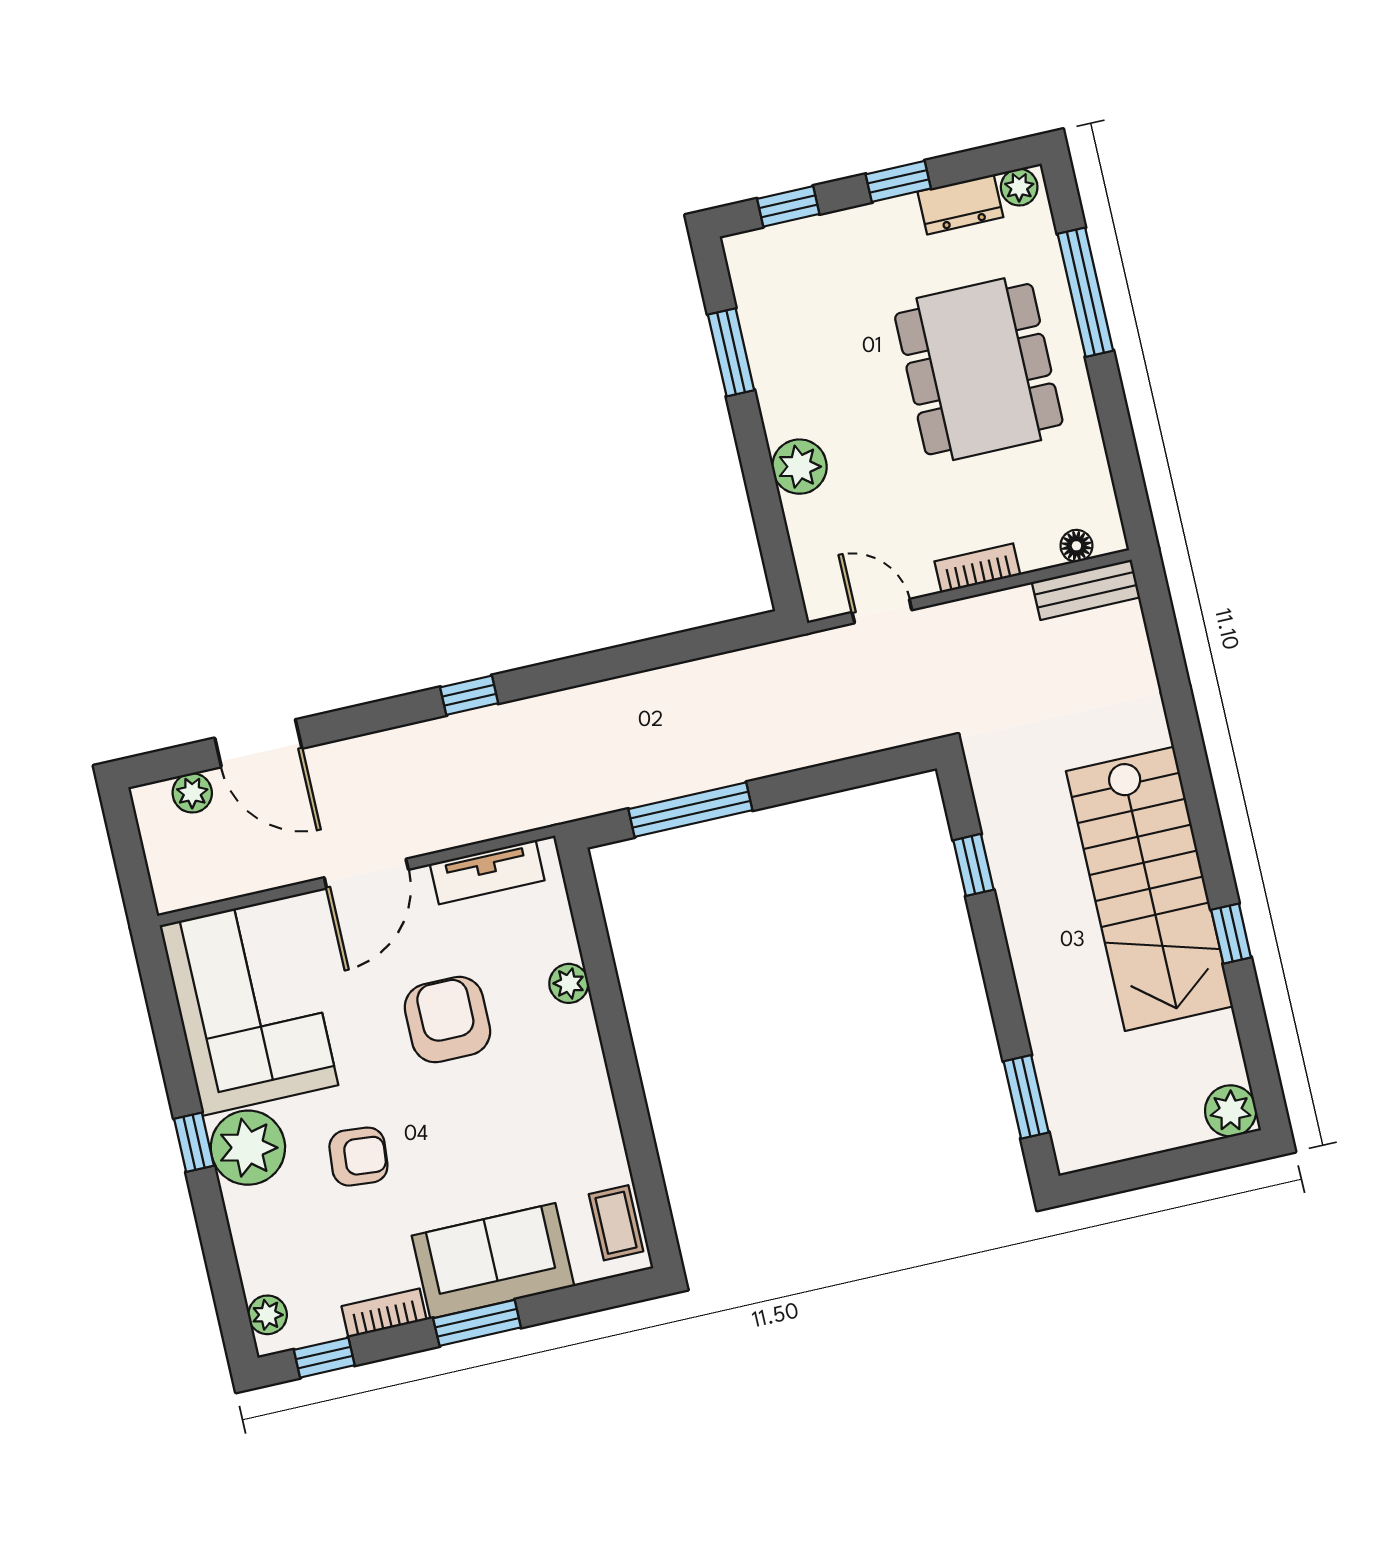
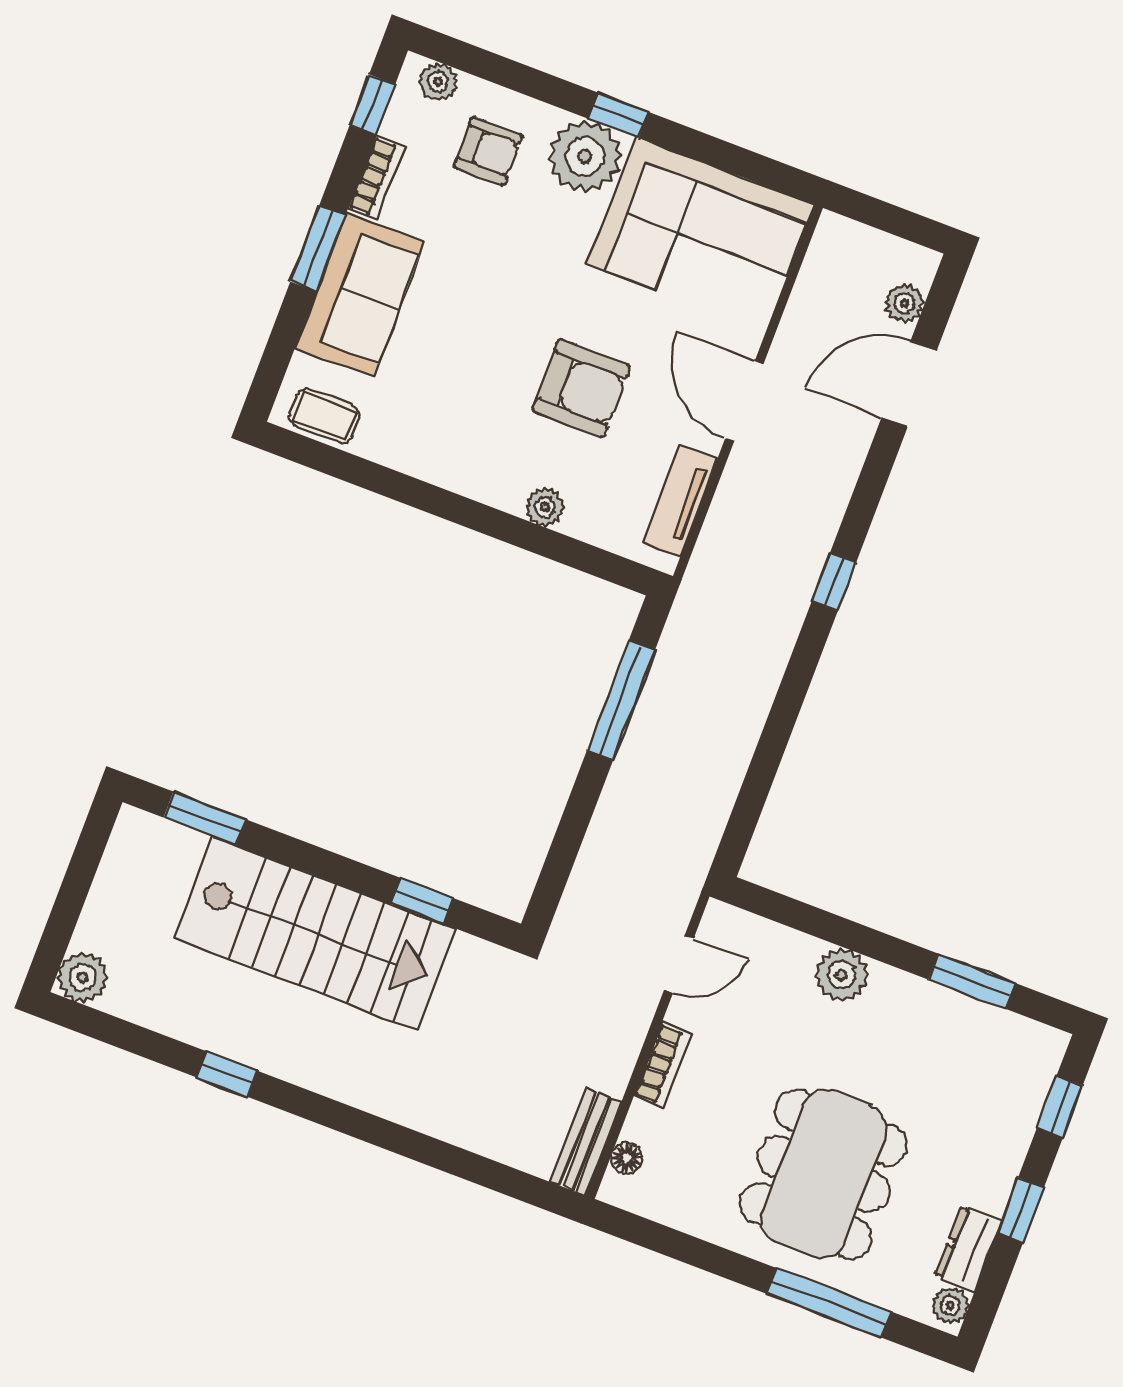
dining table: (979, 369) -> (824, 1174), turned 90
stairs: (1149, 889) -> (315, 933), moved, turned 180
armchair: (358, 1157) -> (488, 151), moved, turned -95

